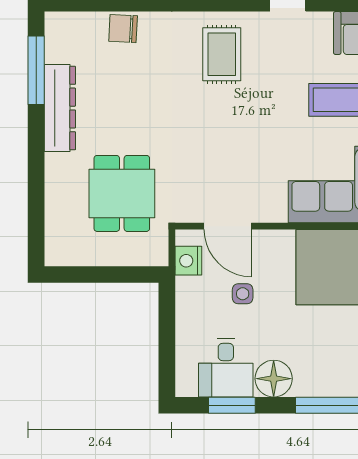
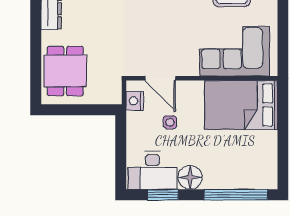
dining table: (122, 193) -> (65, 71), moved
desk: (226, 368) -> (152, 170), width x1.37

